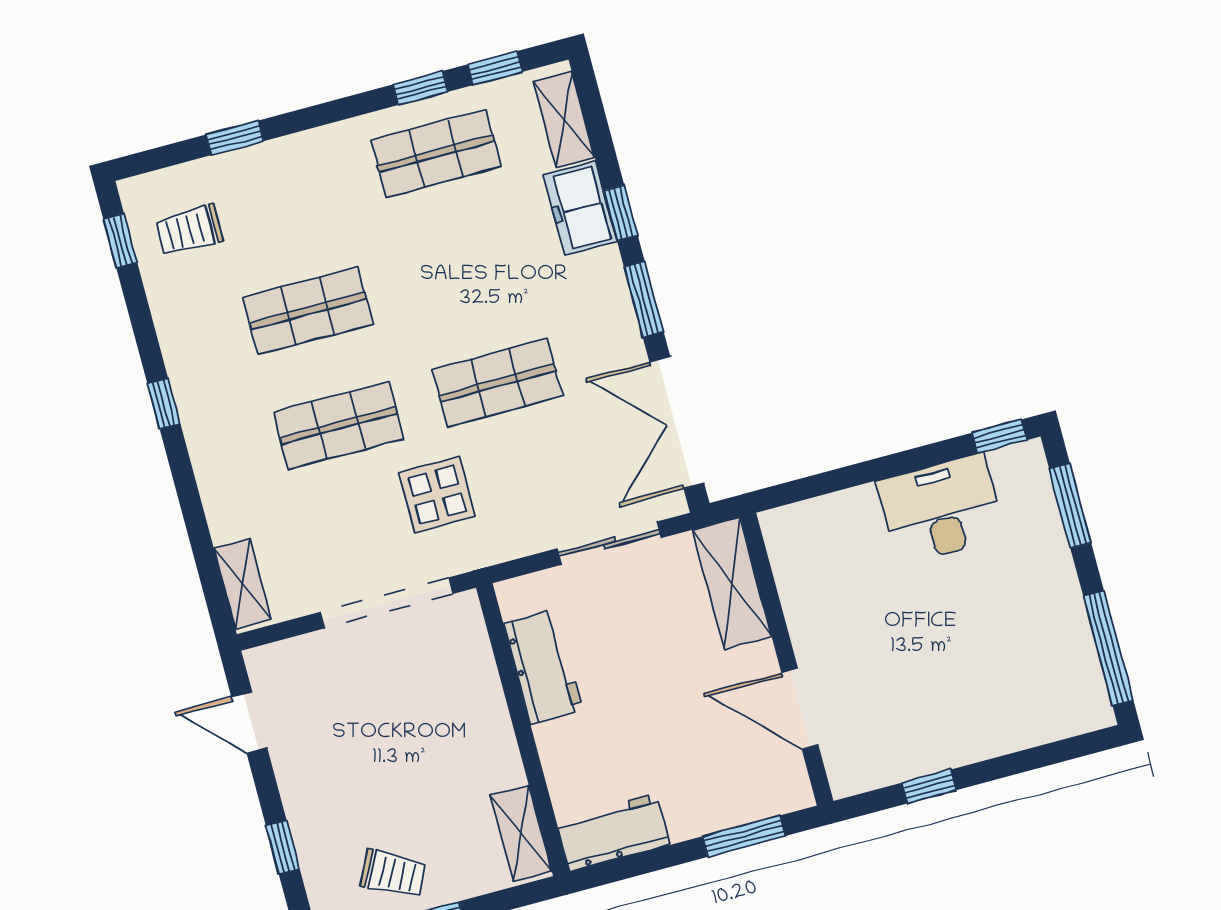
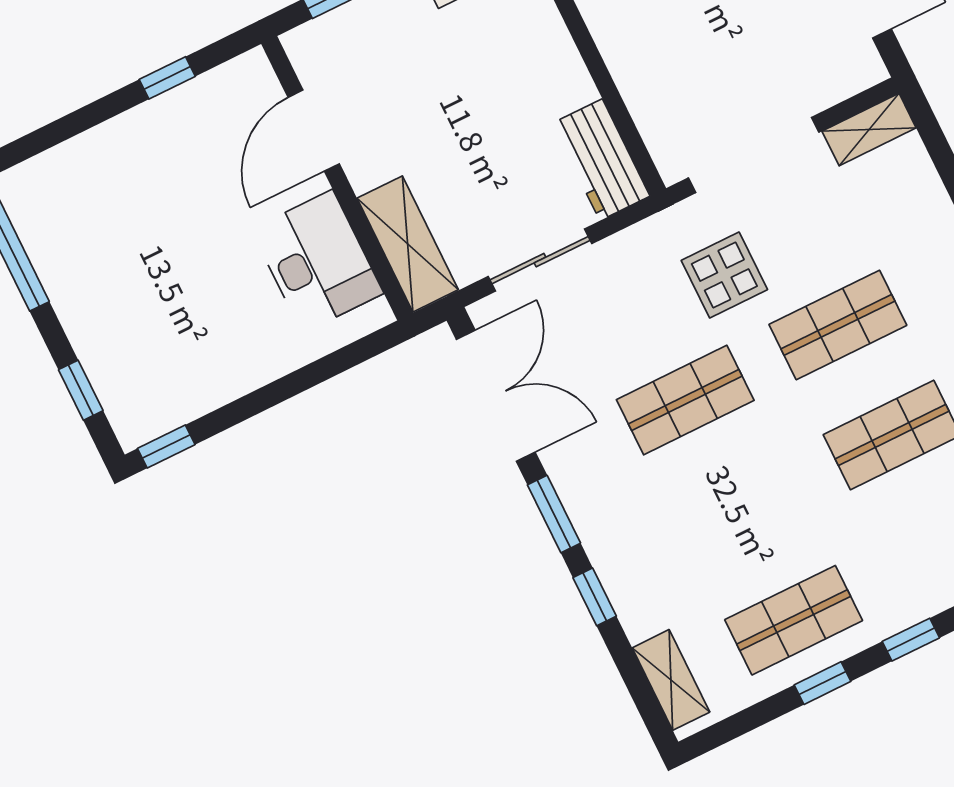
window: (495, 68) -> (911, 640), moved
freezer: (580, 208) -> (637, 593), removed
window: (1070, 506) -> (81, 390), width x0.67
desk: (941, 509) -> (317, 261), moved, turned -90
shelving: (243, 584) -> (869, 130), moved, turned 90
workbench: (543, 667) -> (601, 160), moved
door: (800, 709) -> (314, 131), swing flipped

